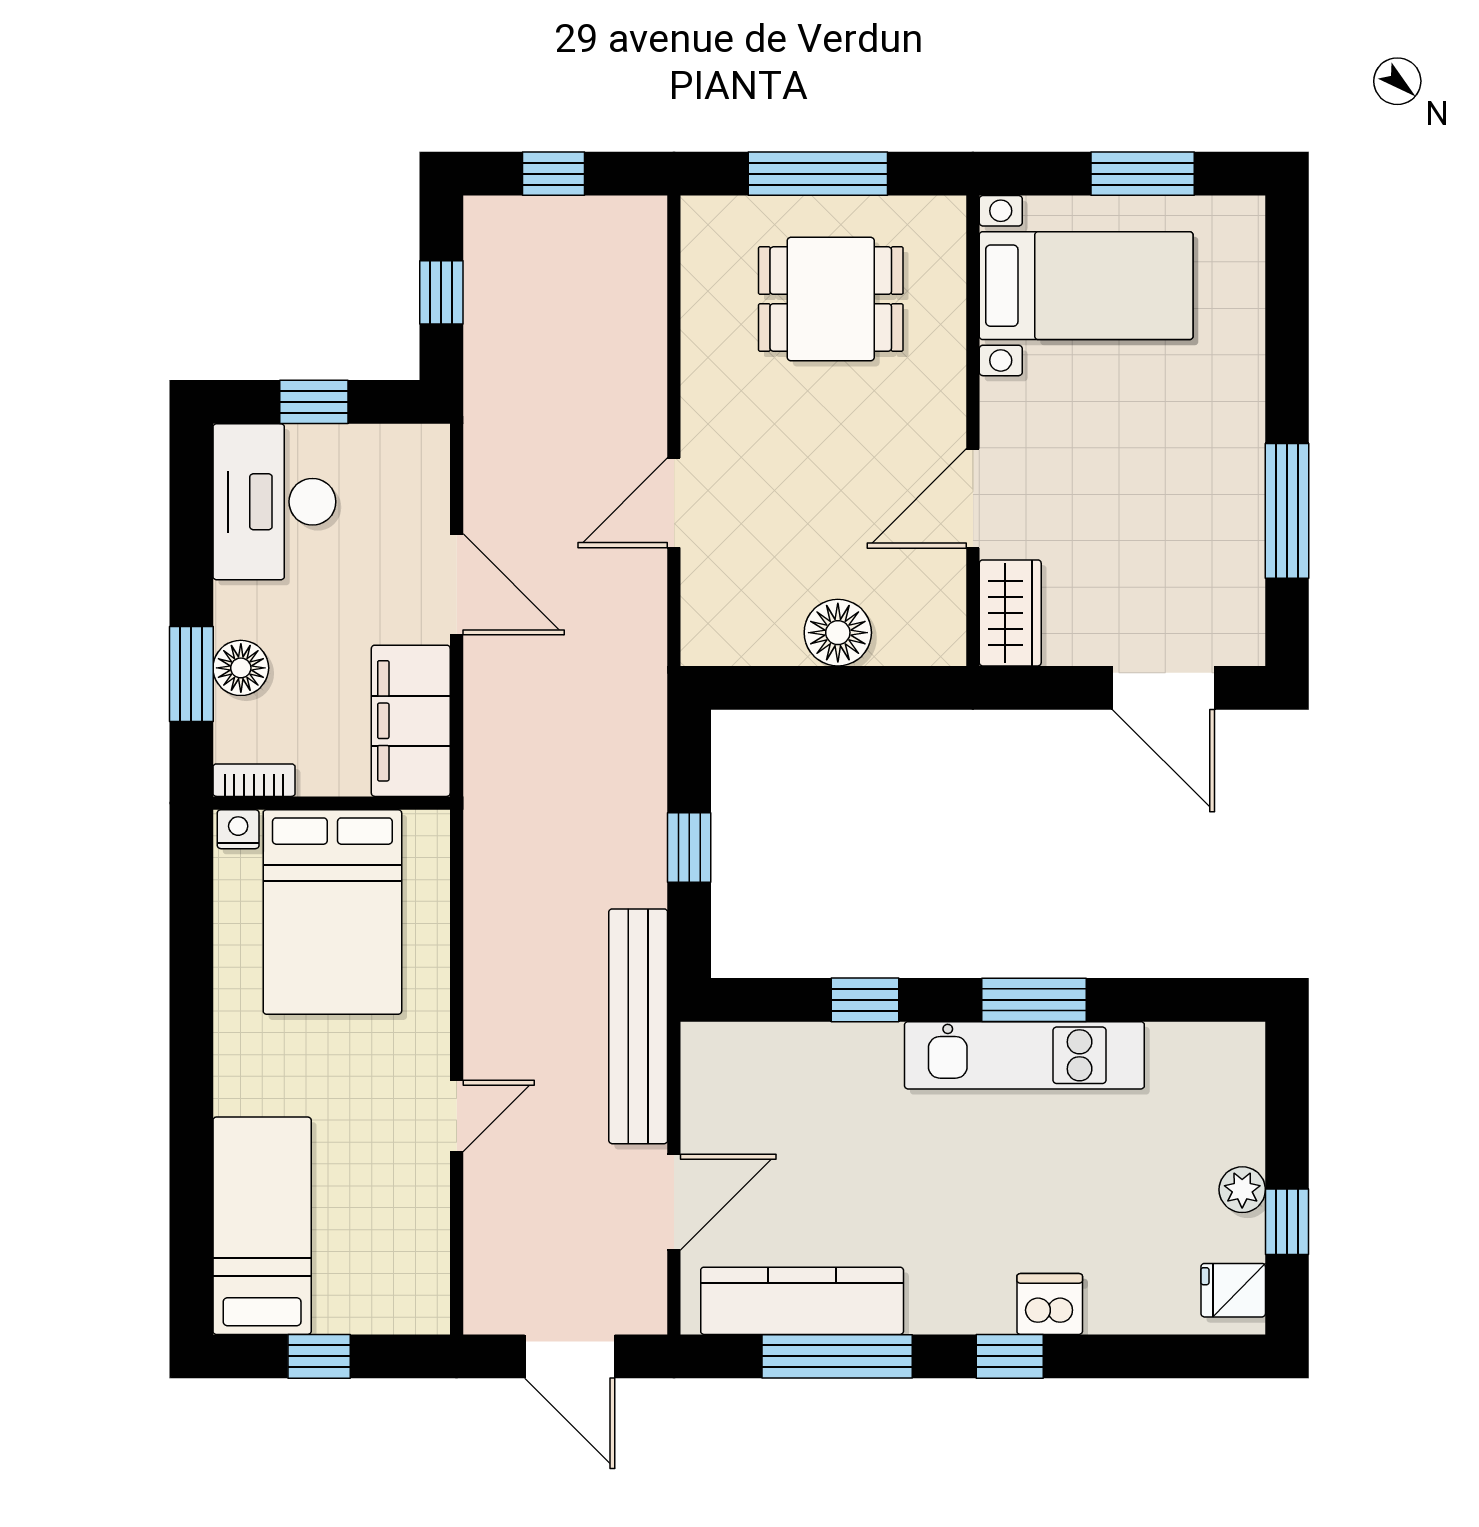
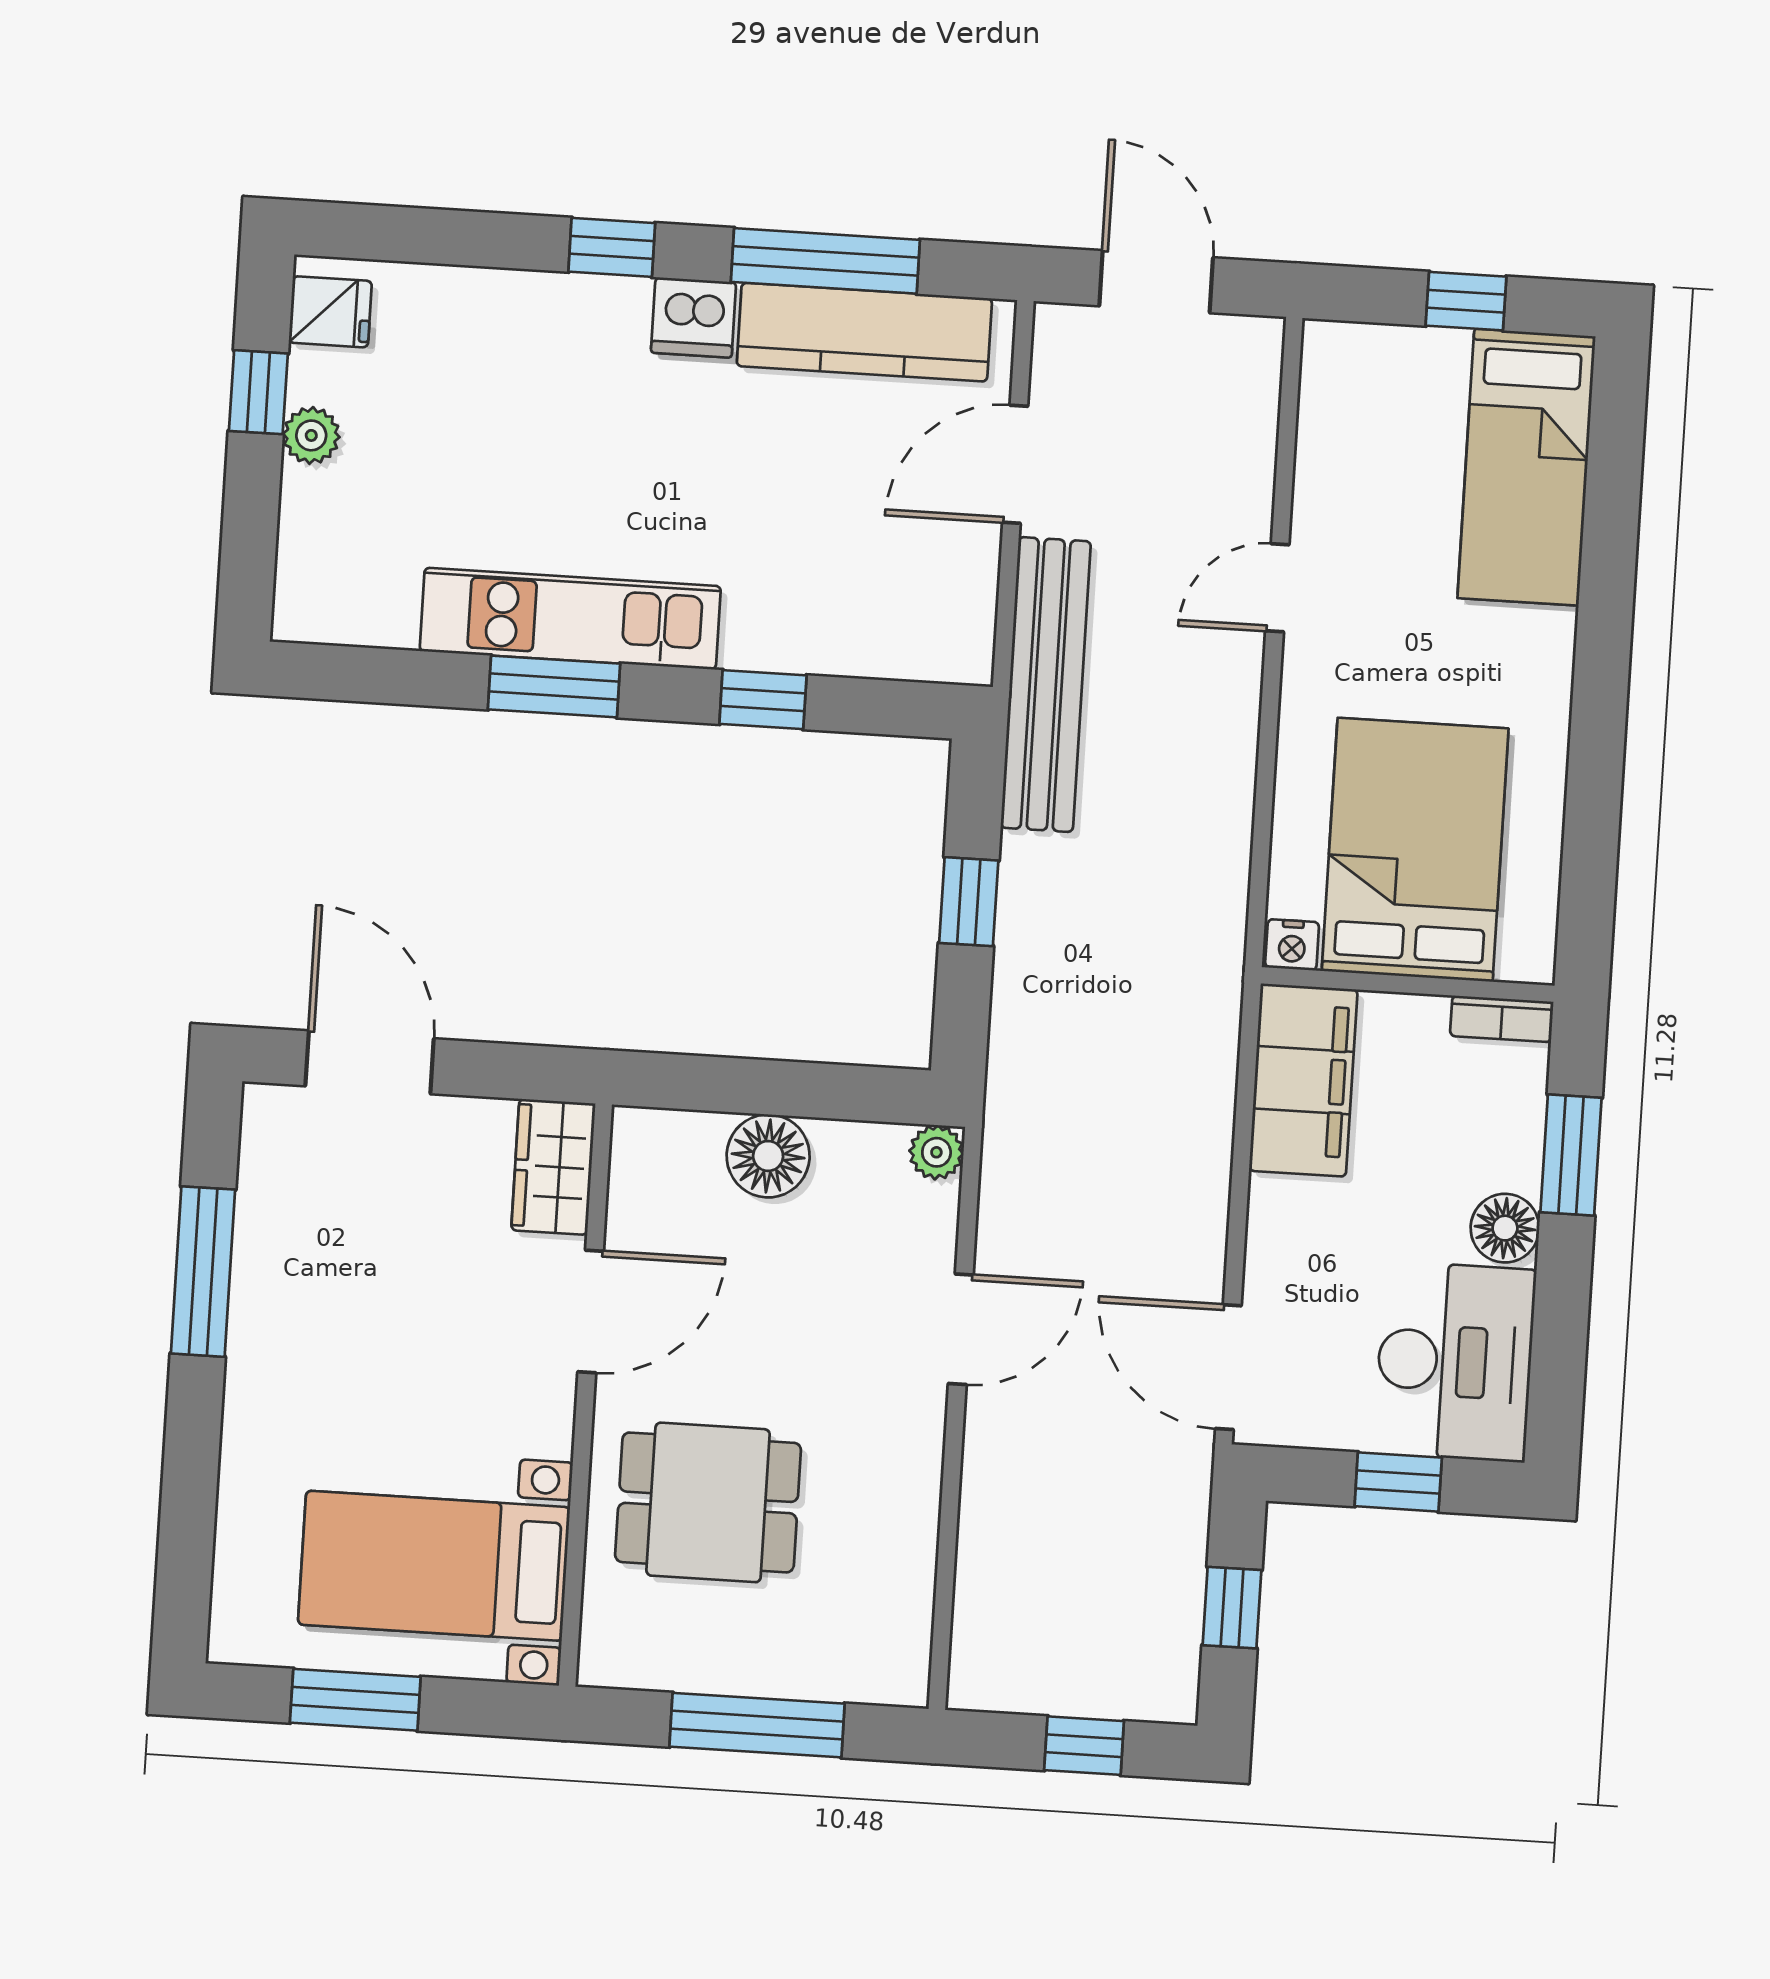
dining table: (831, 299) -> (708, 1502), moved
door: (457, 584) -> (1228, 1367), moved
plant: (702, 644) -> (936, 1152), added
floor lamp: (241, 668) -> (1505, 1228), moved
nightstand: (238, 829) -> (1292, 945), moved
dishwasher: (1050, 1304) -> (694, 317), moved

